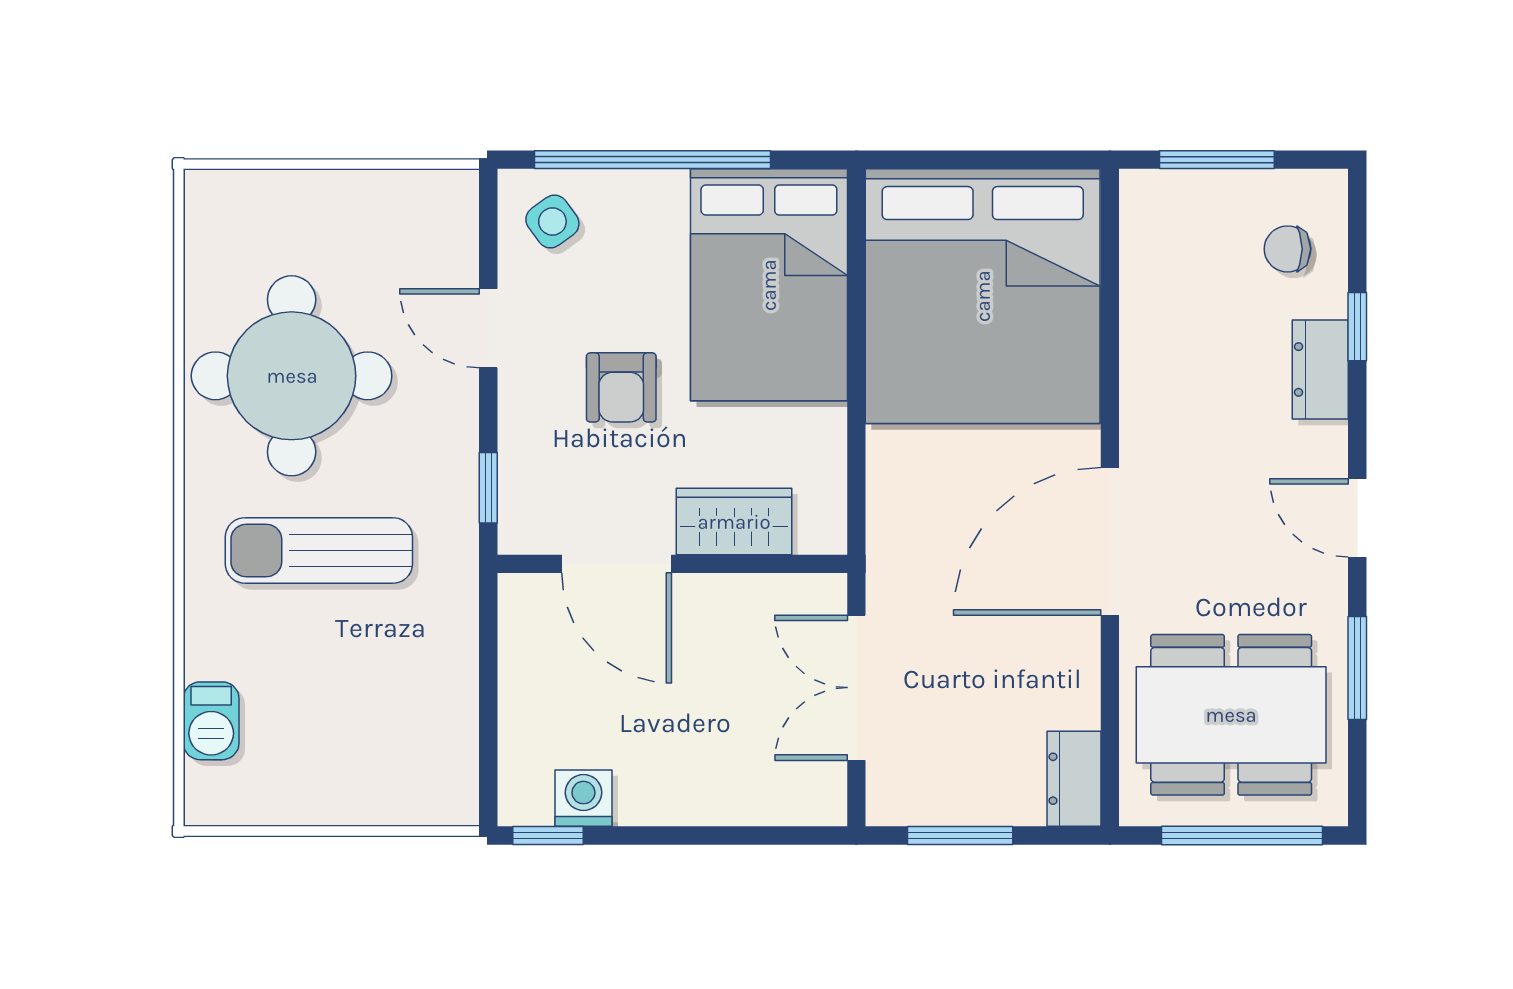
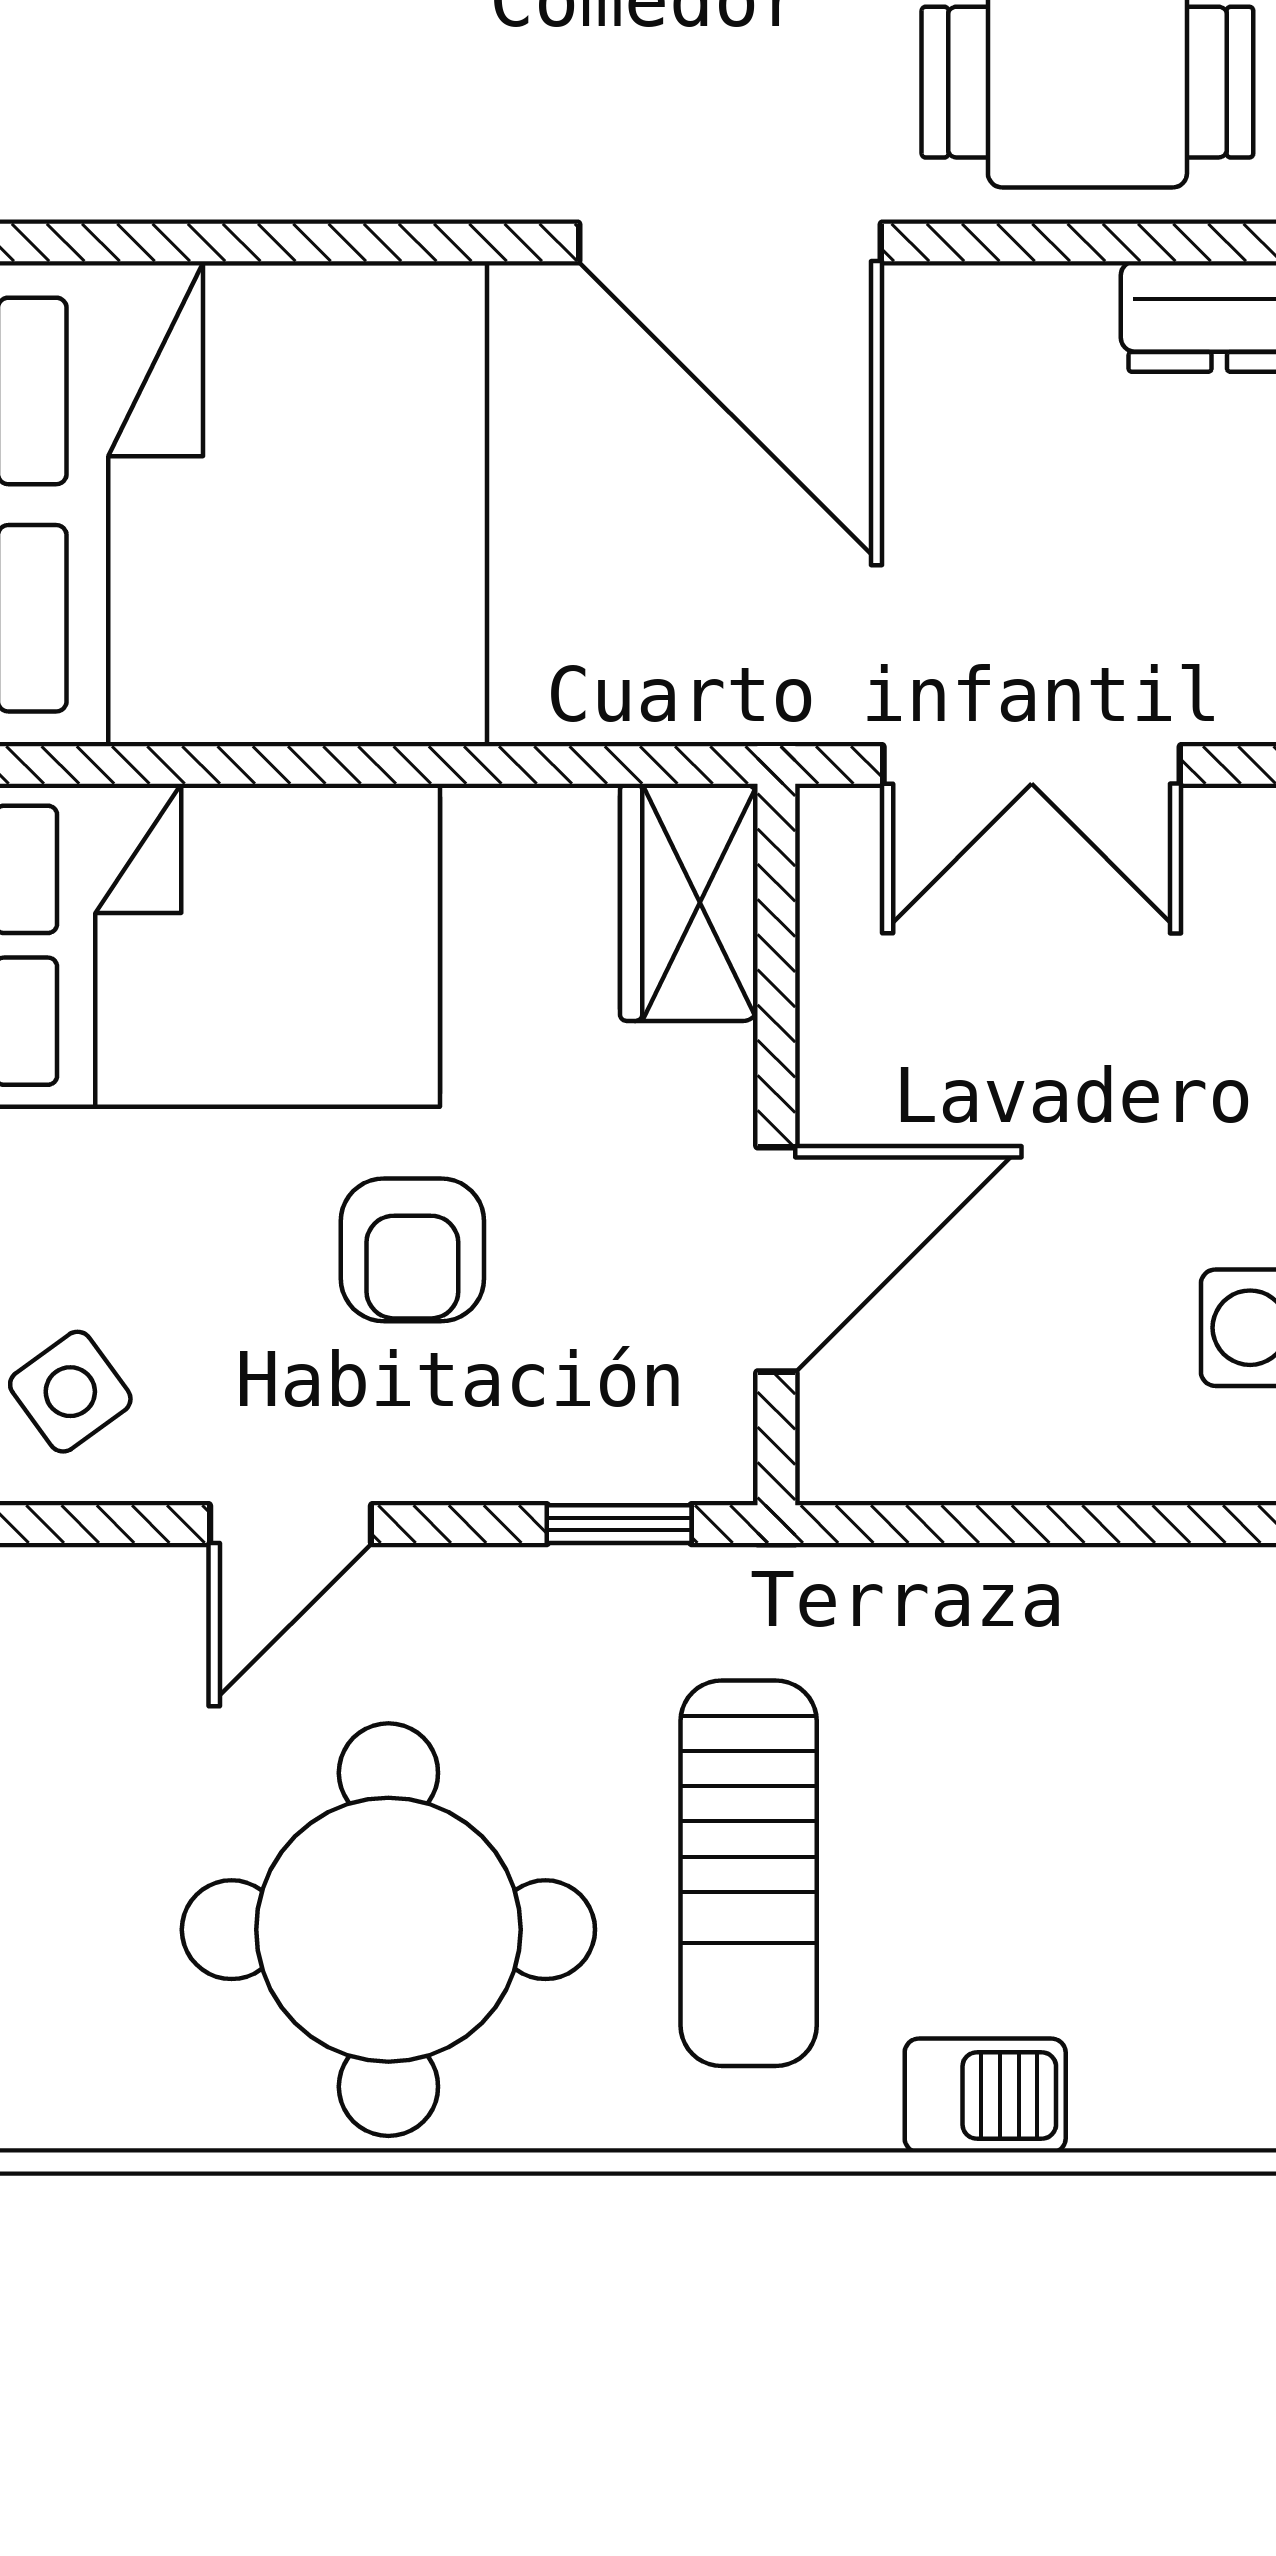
armchair: (621, 387) -> (412, 1250), turned 90
wardrobe: (734, 522) -> (689, 902), moved
barbecue: (211, 721) -> (985, 2095), moved

